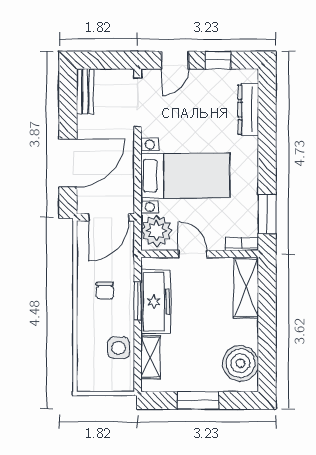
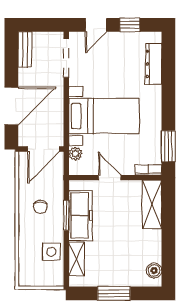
plant: (156, 231) -> (75, 154), width x0.53, depth x0.53
boiler: (241, 363) -> (154, 271), width x0.54, depth x0.54

